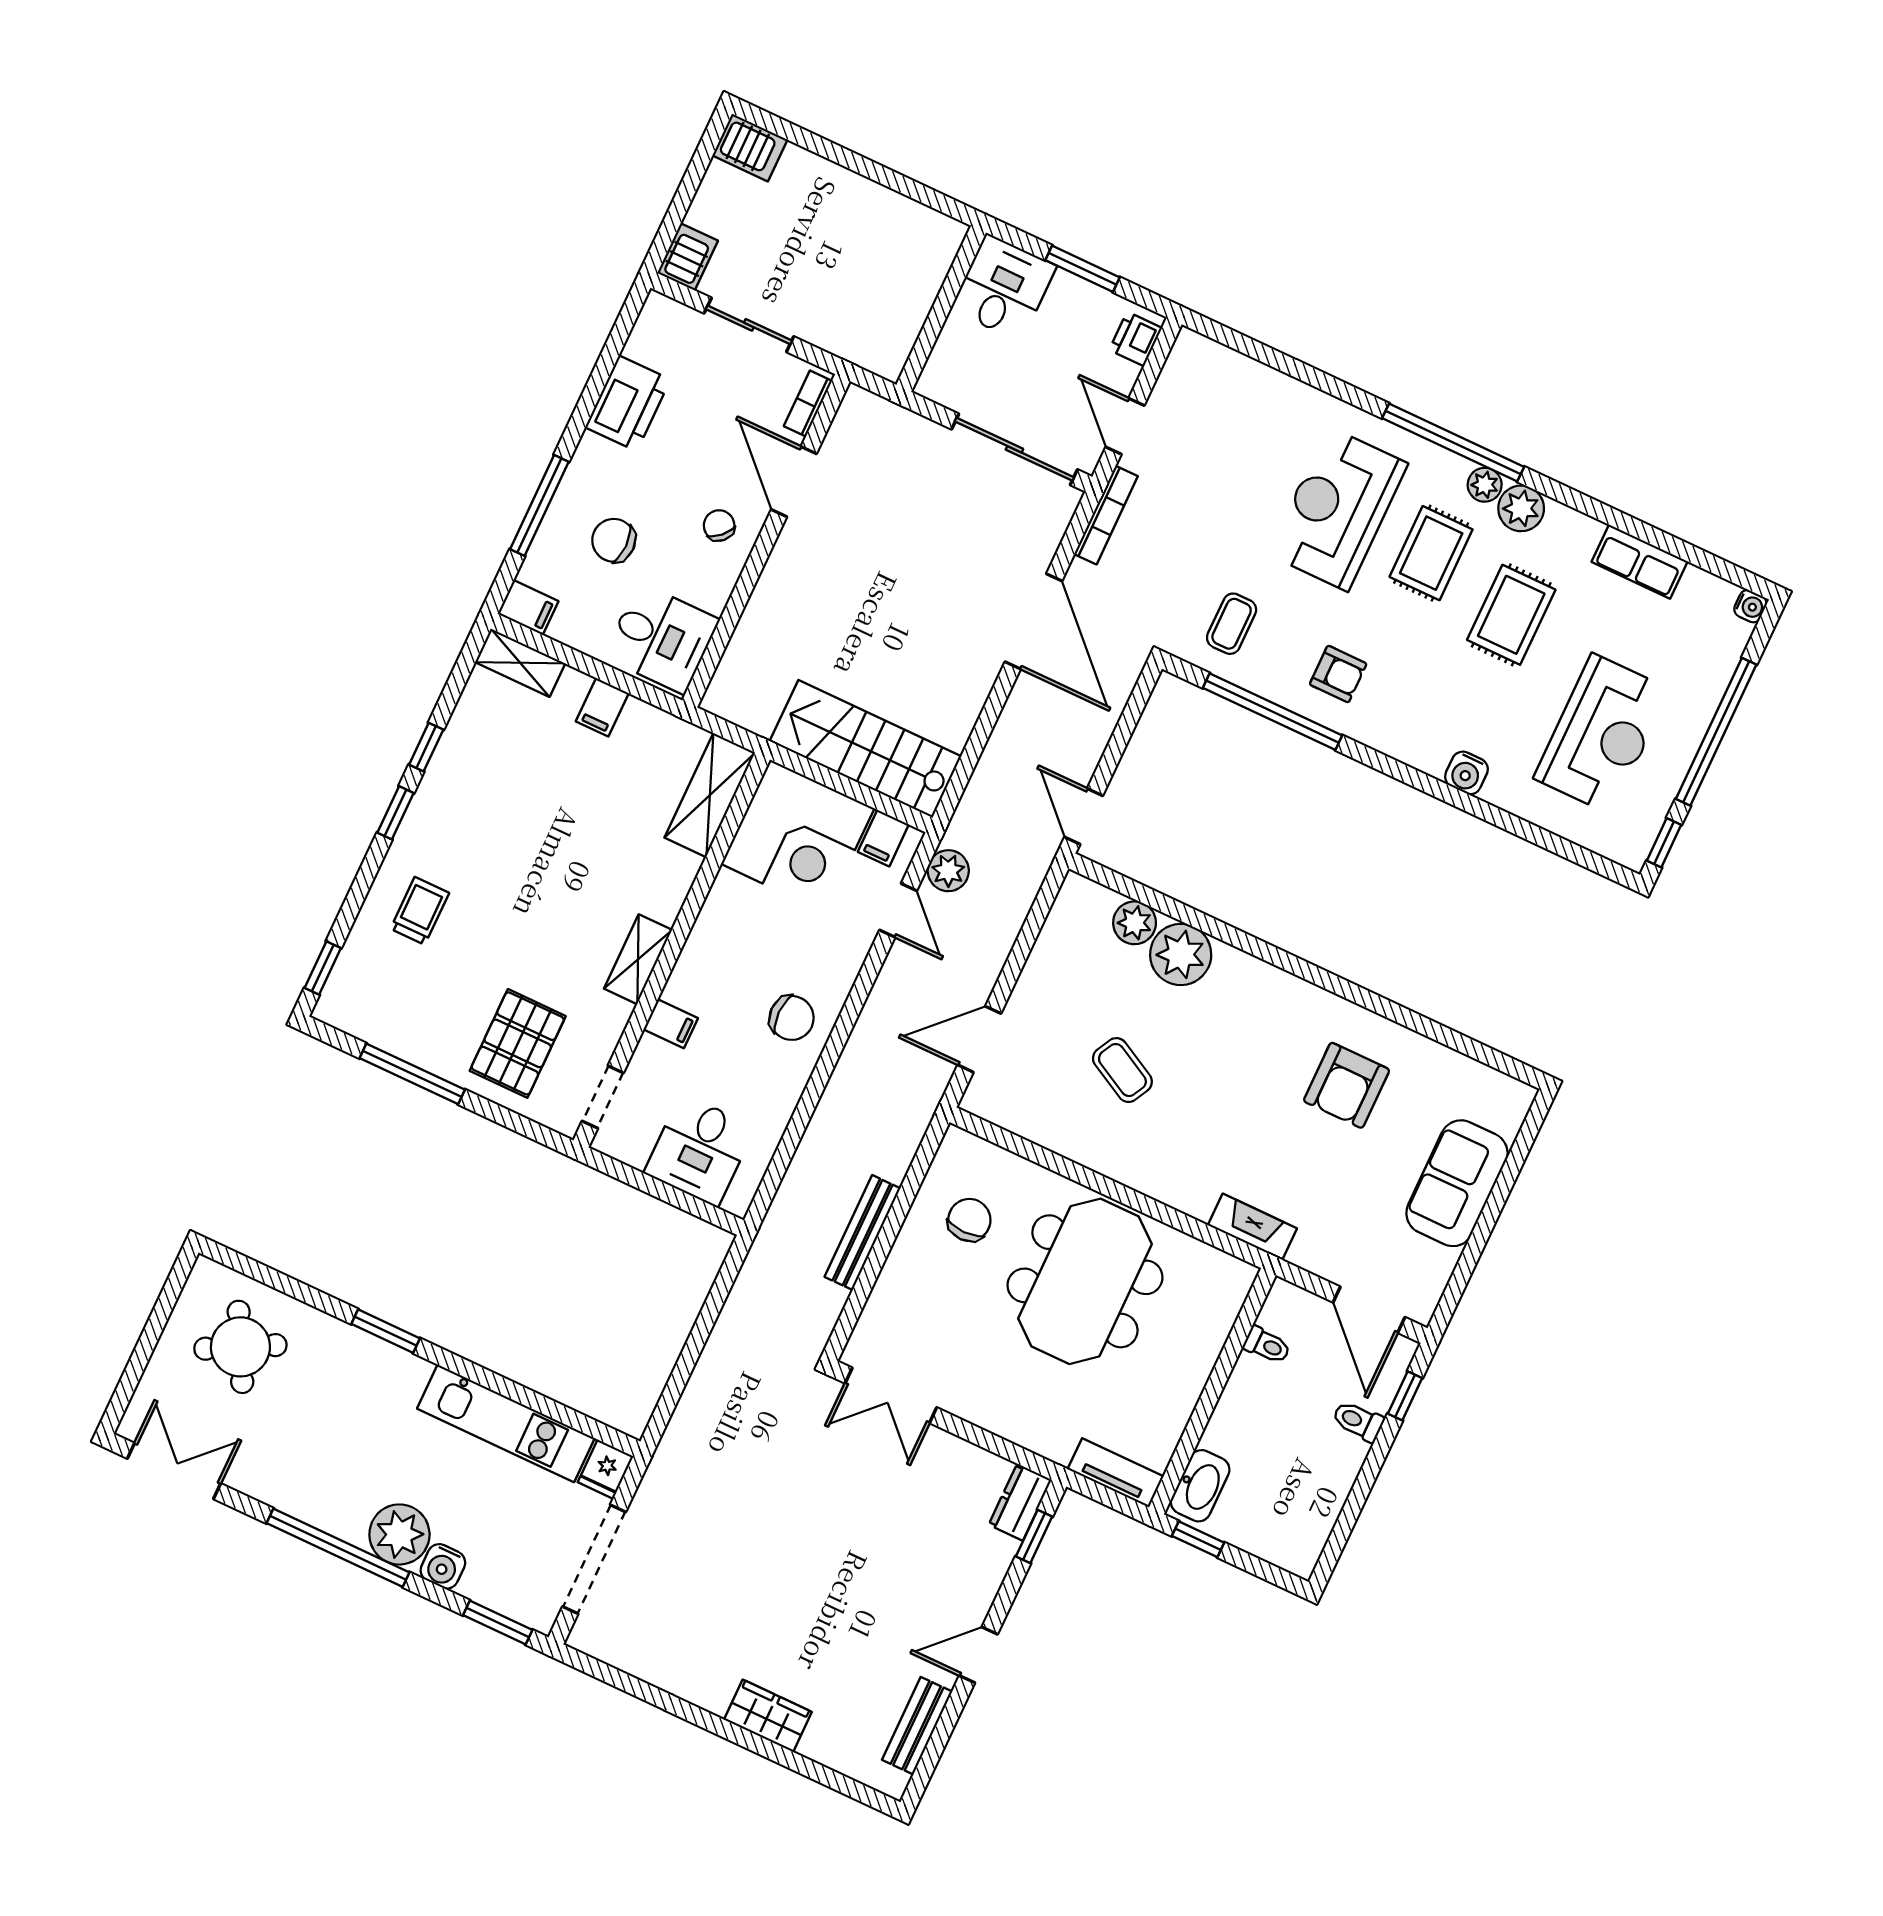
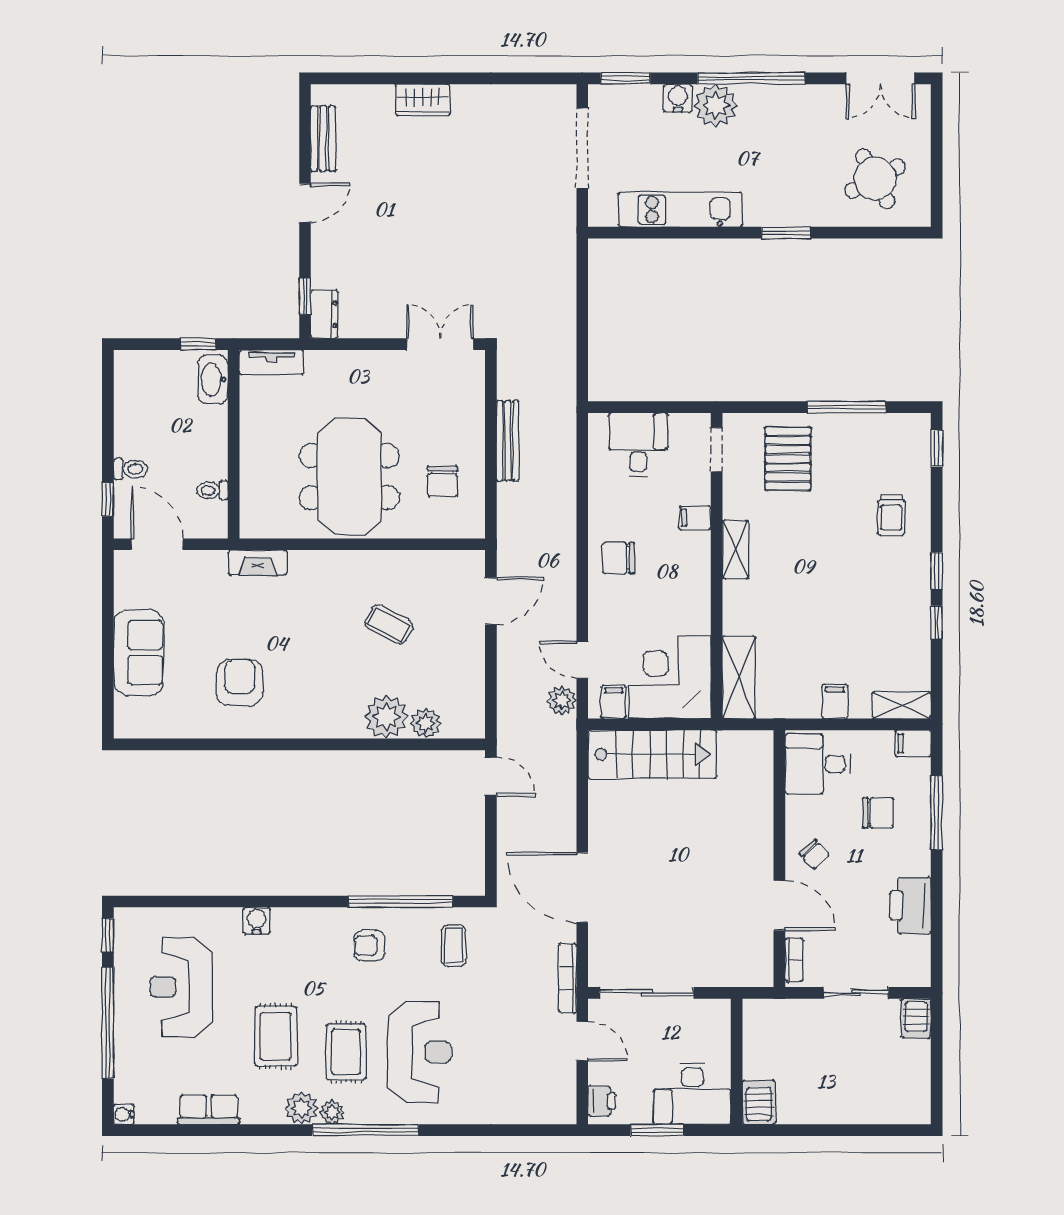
server rack: (750, 147) -> (759, 1102), moved, turned 90
desk: (1003, 288) -> (692, 1094), width x1.37
fridge: (606, 1469) -> (602, 210), removed

